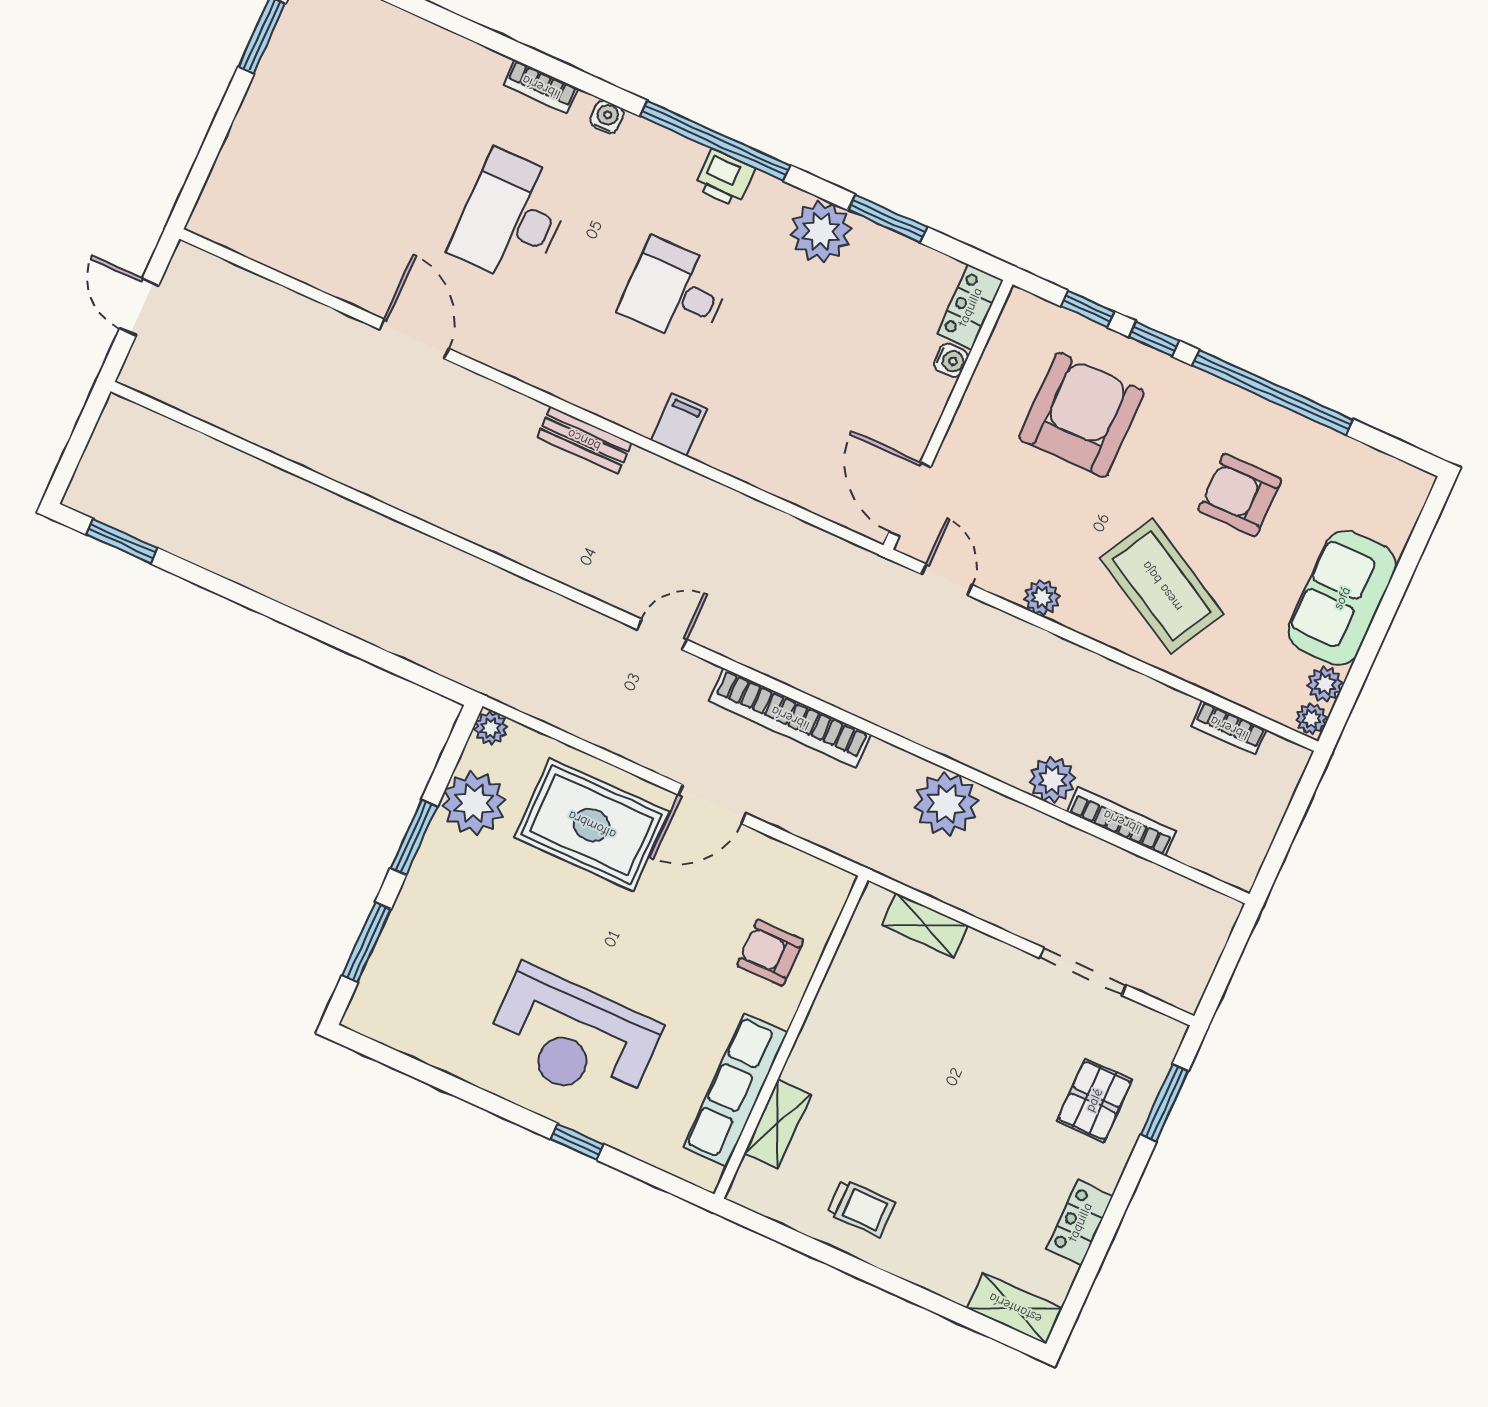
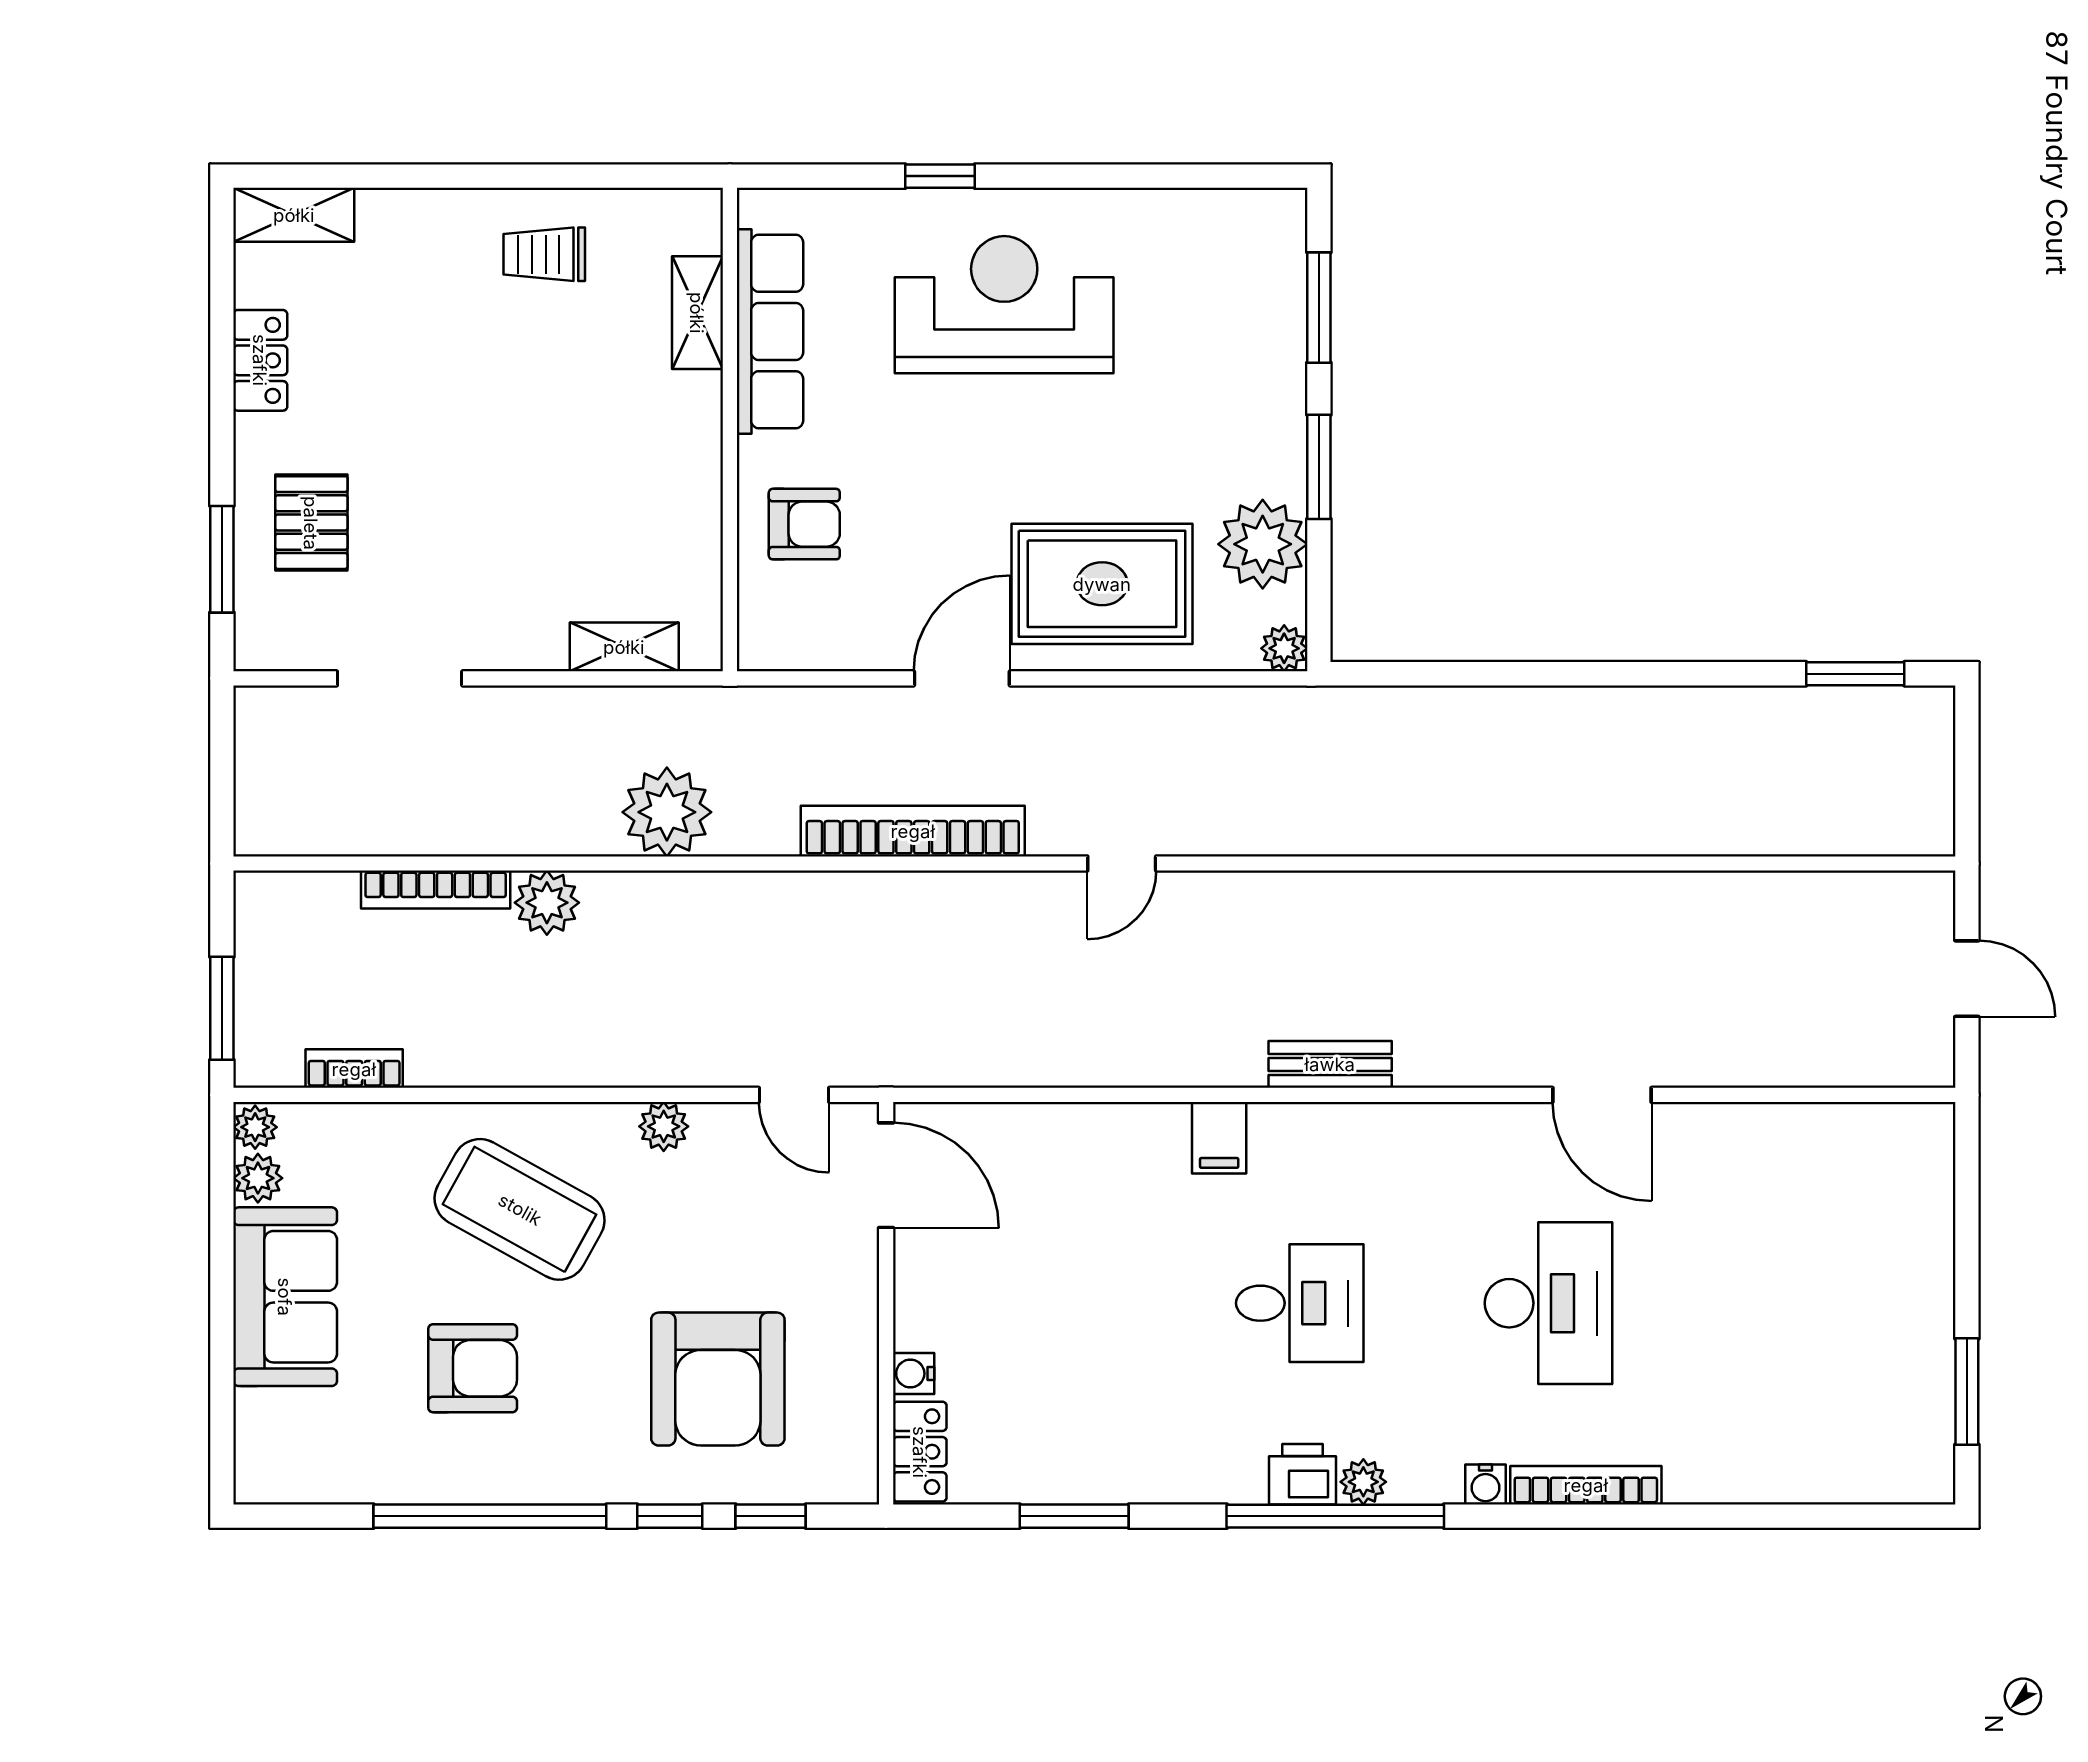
bookcase: (541, 87) -> (1586, 1485), width x1.56
plant: (821, 231) -> (1363, 1482), moved, width x0.53, depth x0.53
window: (1298, 807) -> (222, 1008), added

